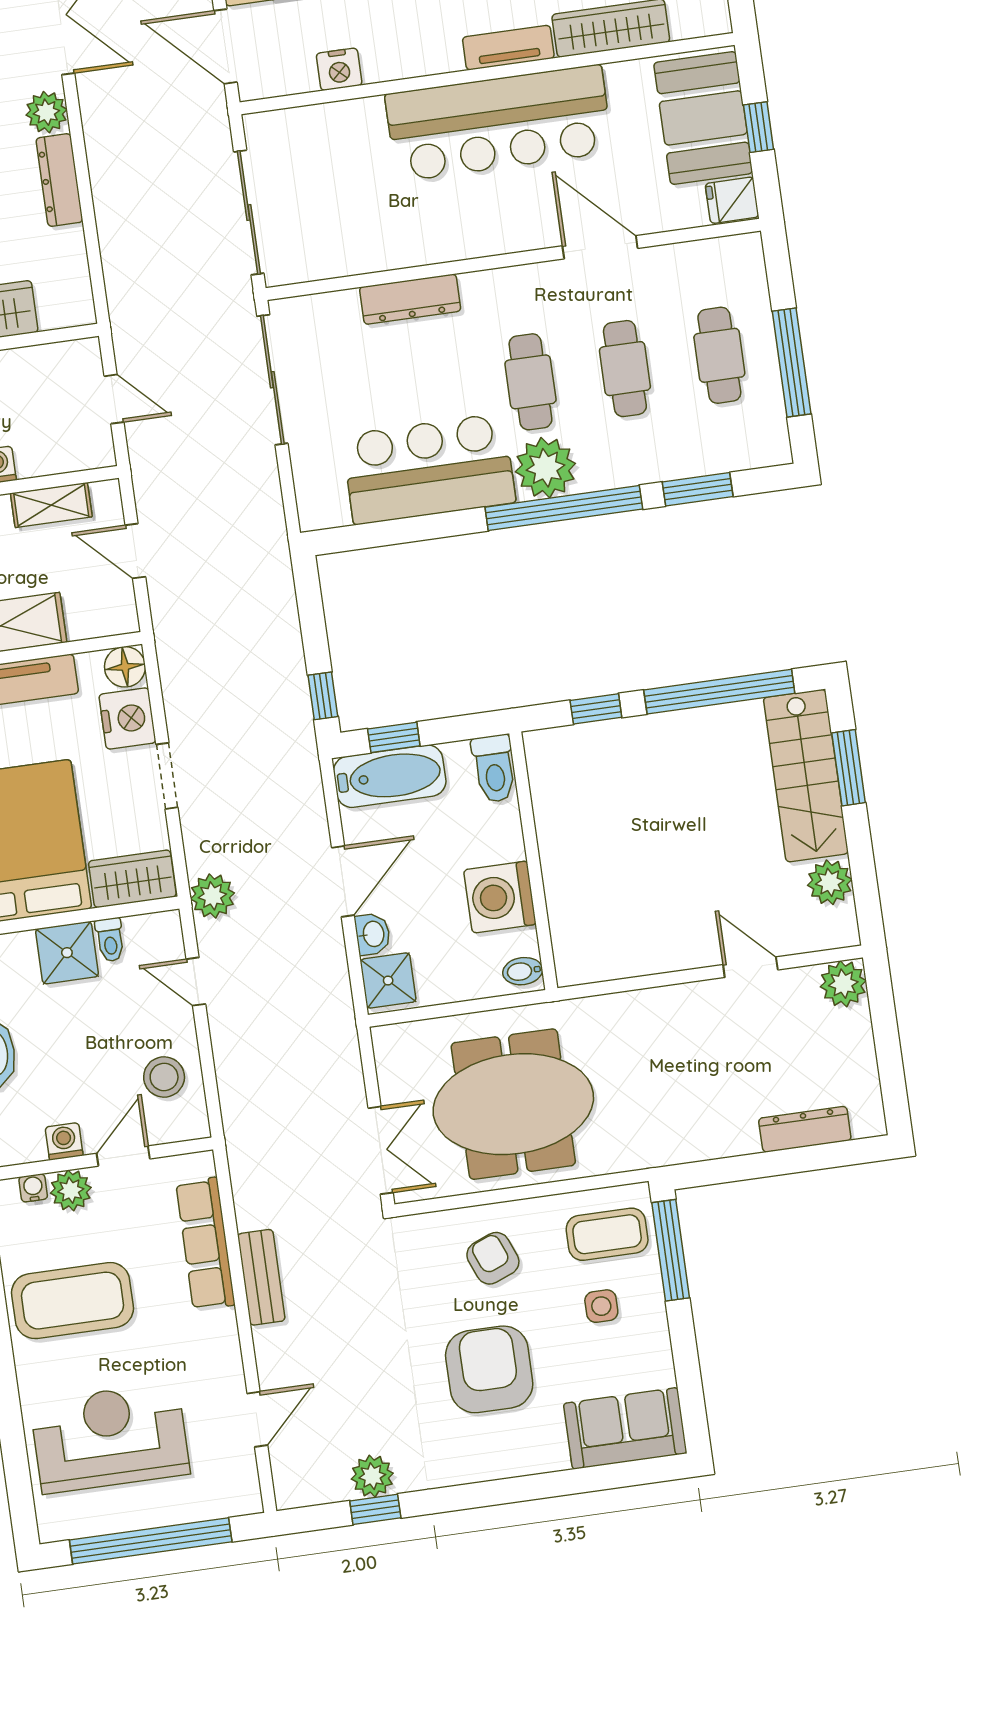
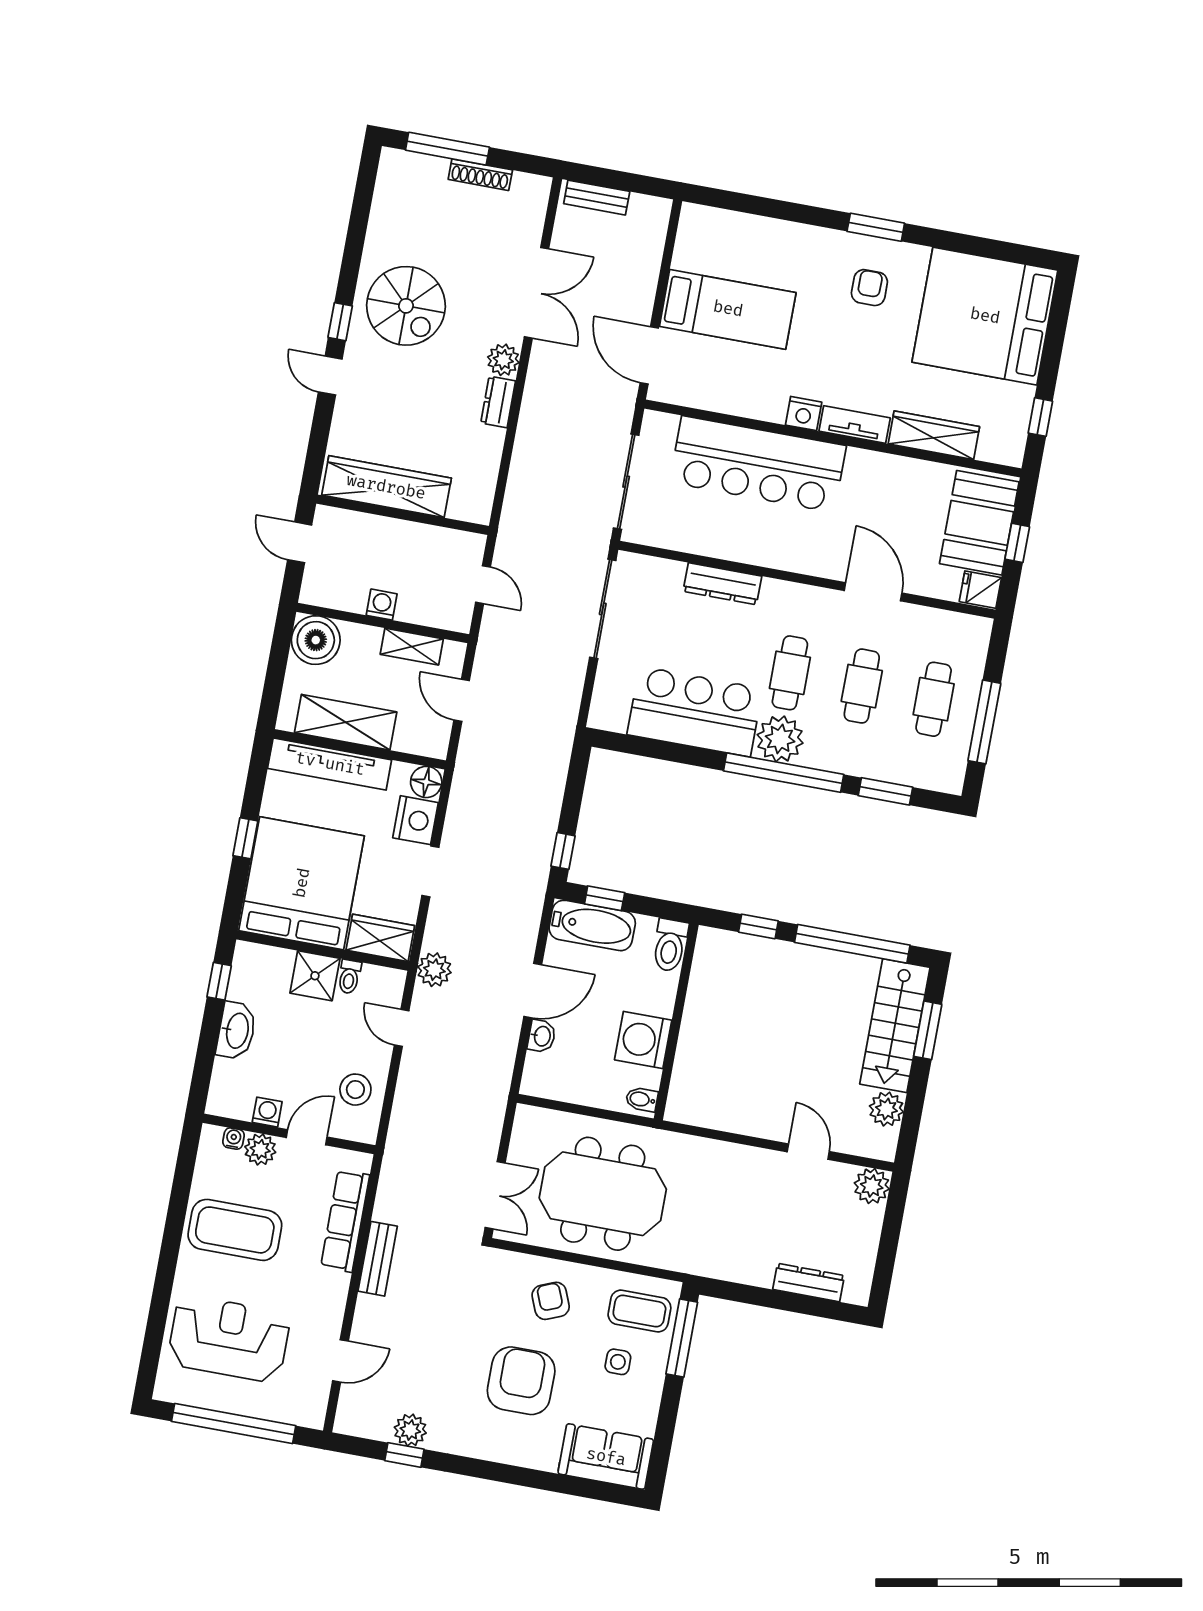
nightstand: (339, 69) -> (804, 414), moved
bar counter: (499, 123) -> (758, 464), moved
dresser: (59, 180) -> (498, 402), width x0.70
shower: (388, 981) -> (542, 1074), removed

